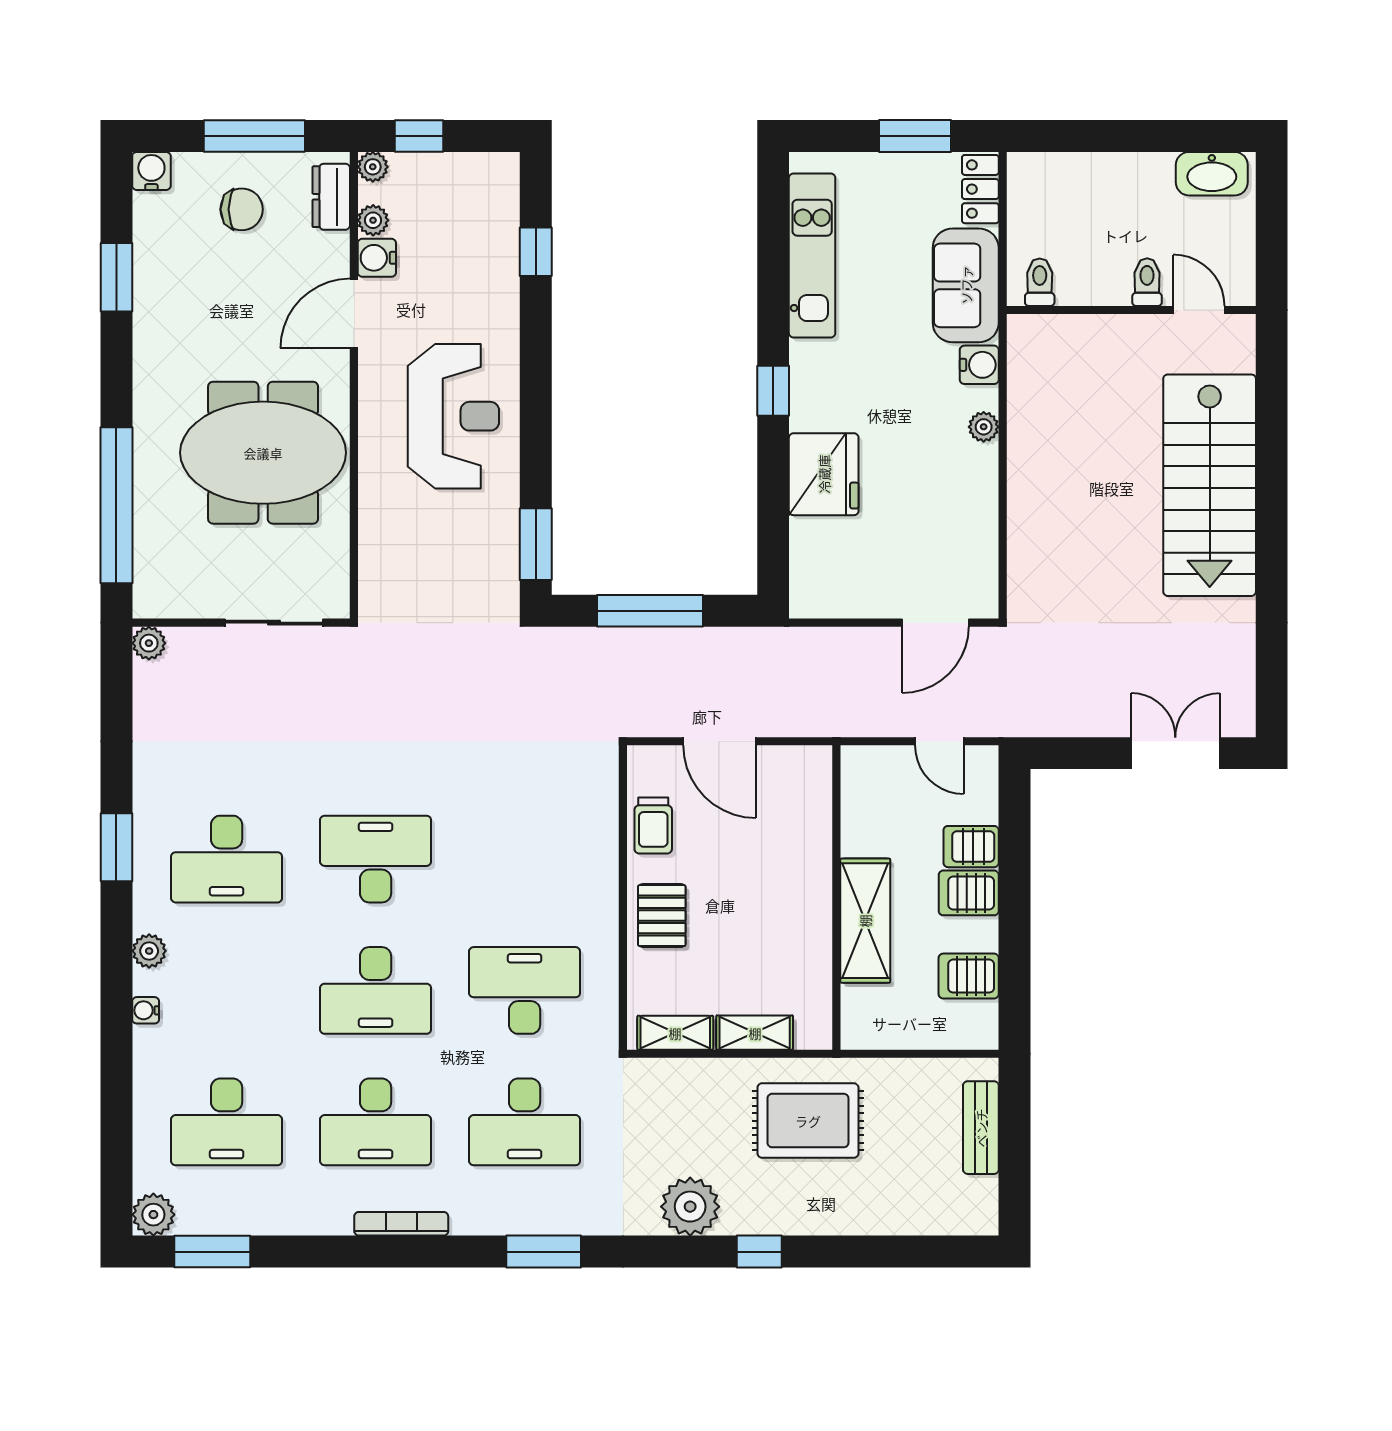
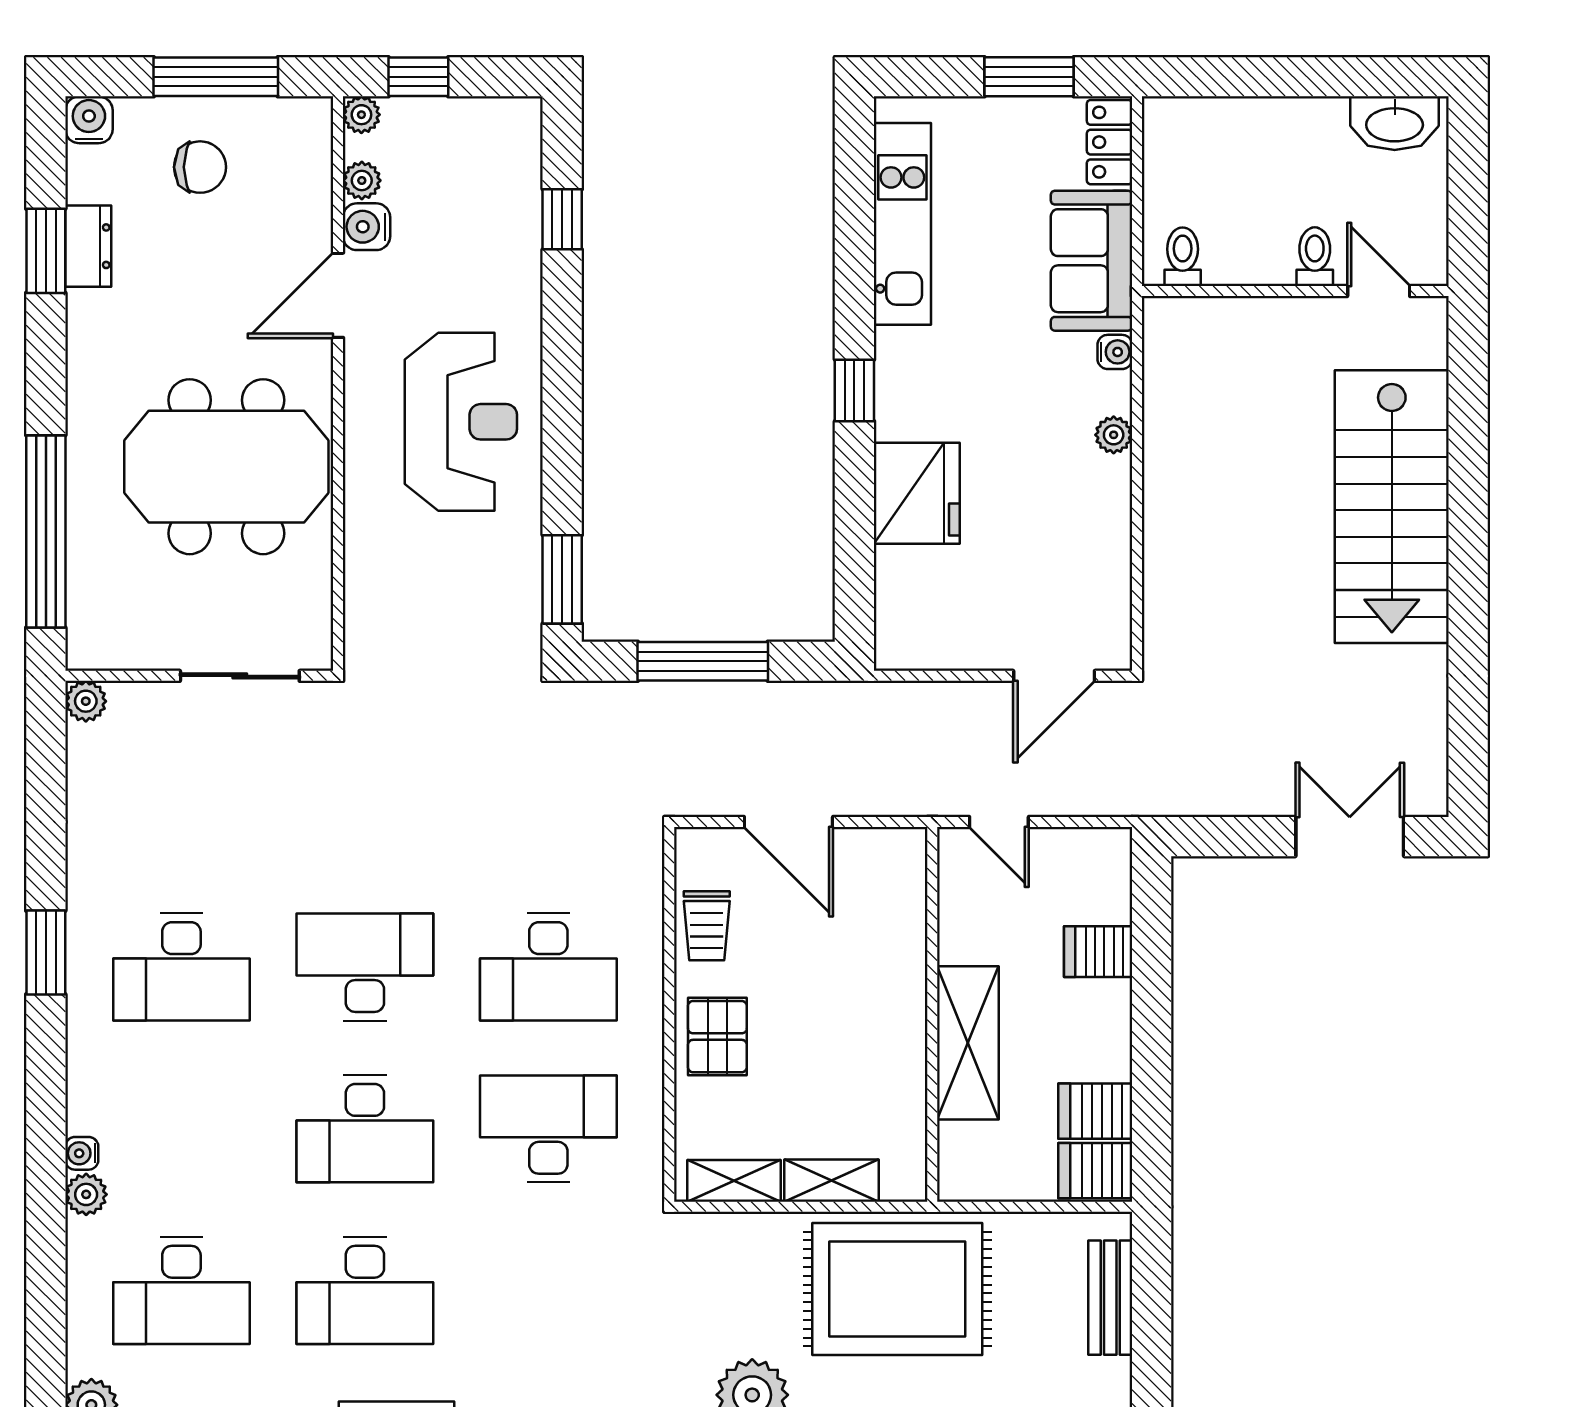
dresser: (331, 197) -> (88, 246), moved, turned 180
water cooler: (979, 365) -> (1115, 352), width x0.72, depth x0.72
door: (939, 741) -> (999, 822), moved
server rack: (969, 893) -> (1095, 1171), moved
plant: (149, 951) -> (86, 1194), moved
rug: (808, 1121) -> (897, 1289), width x1.37, depth x1.44
desk: (525, 1122) -> (548, 967), moved

